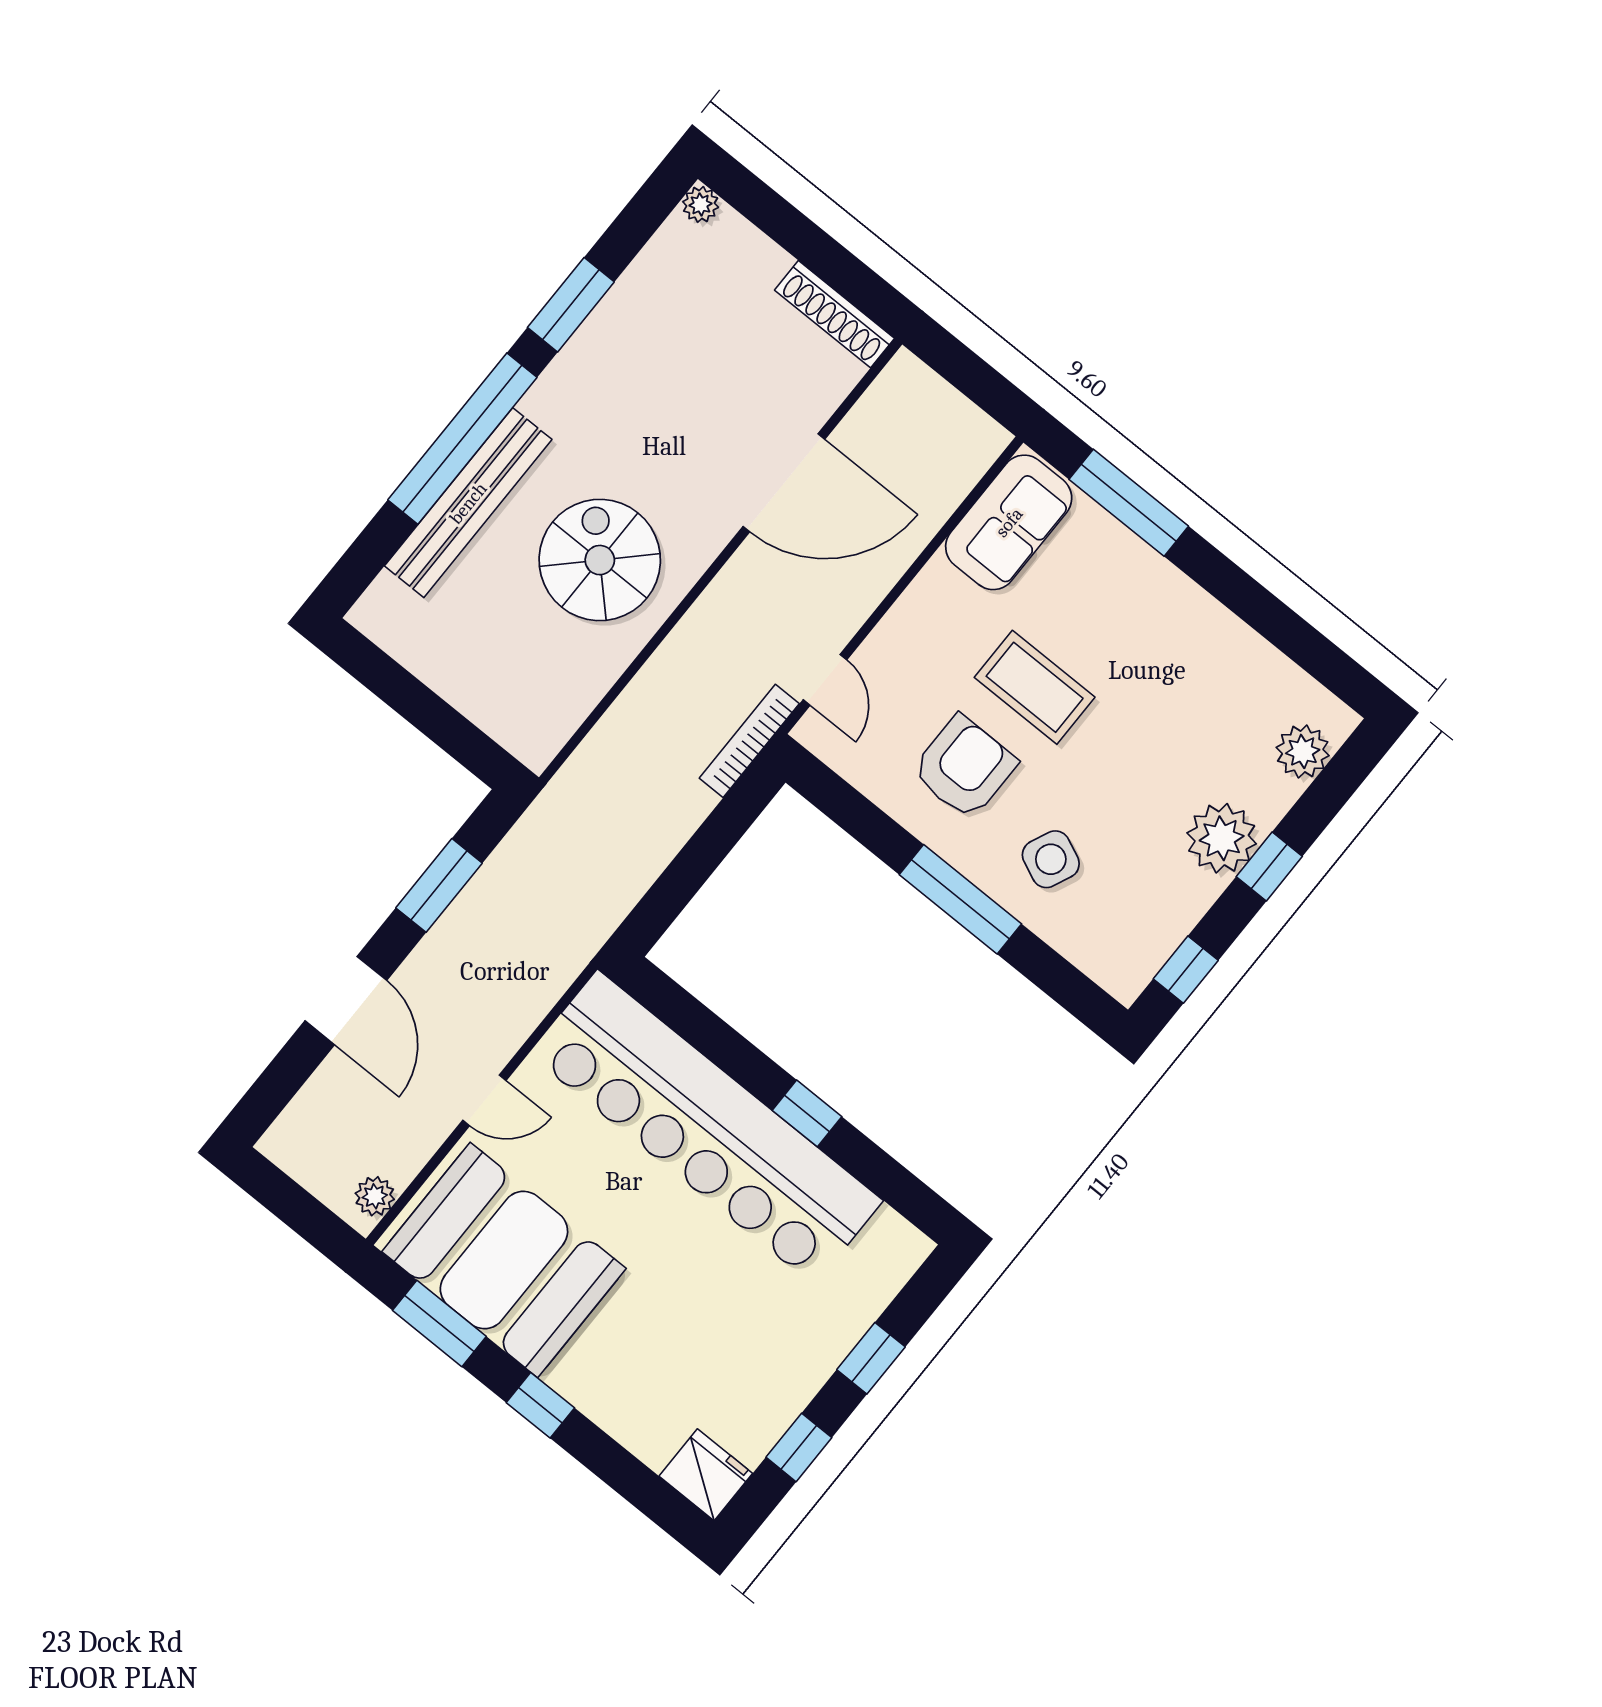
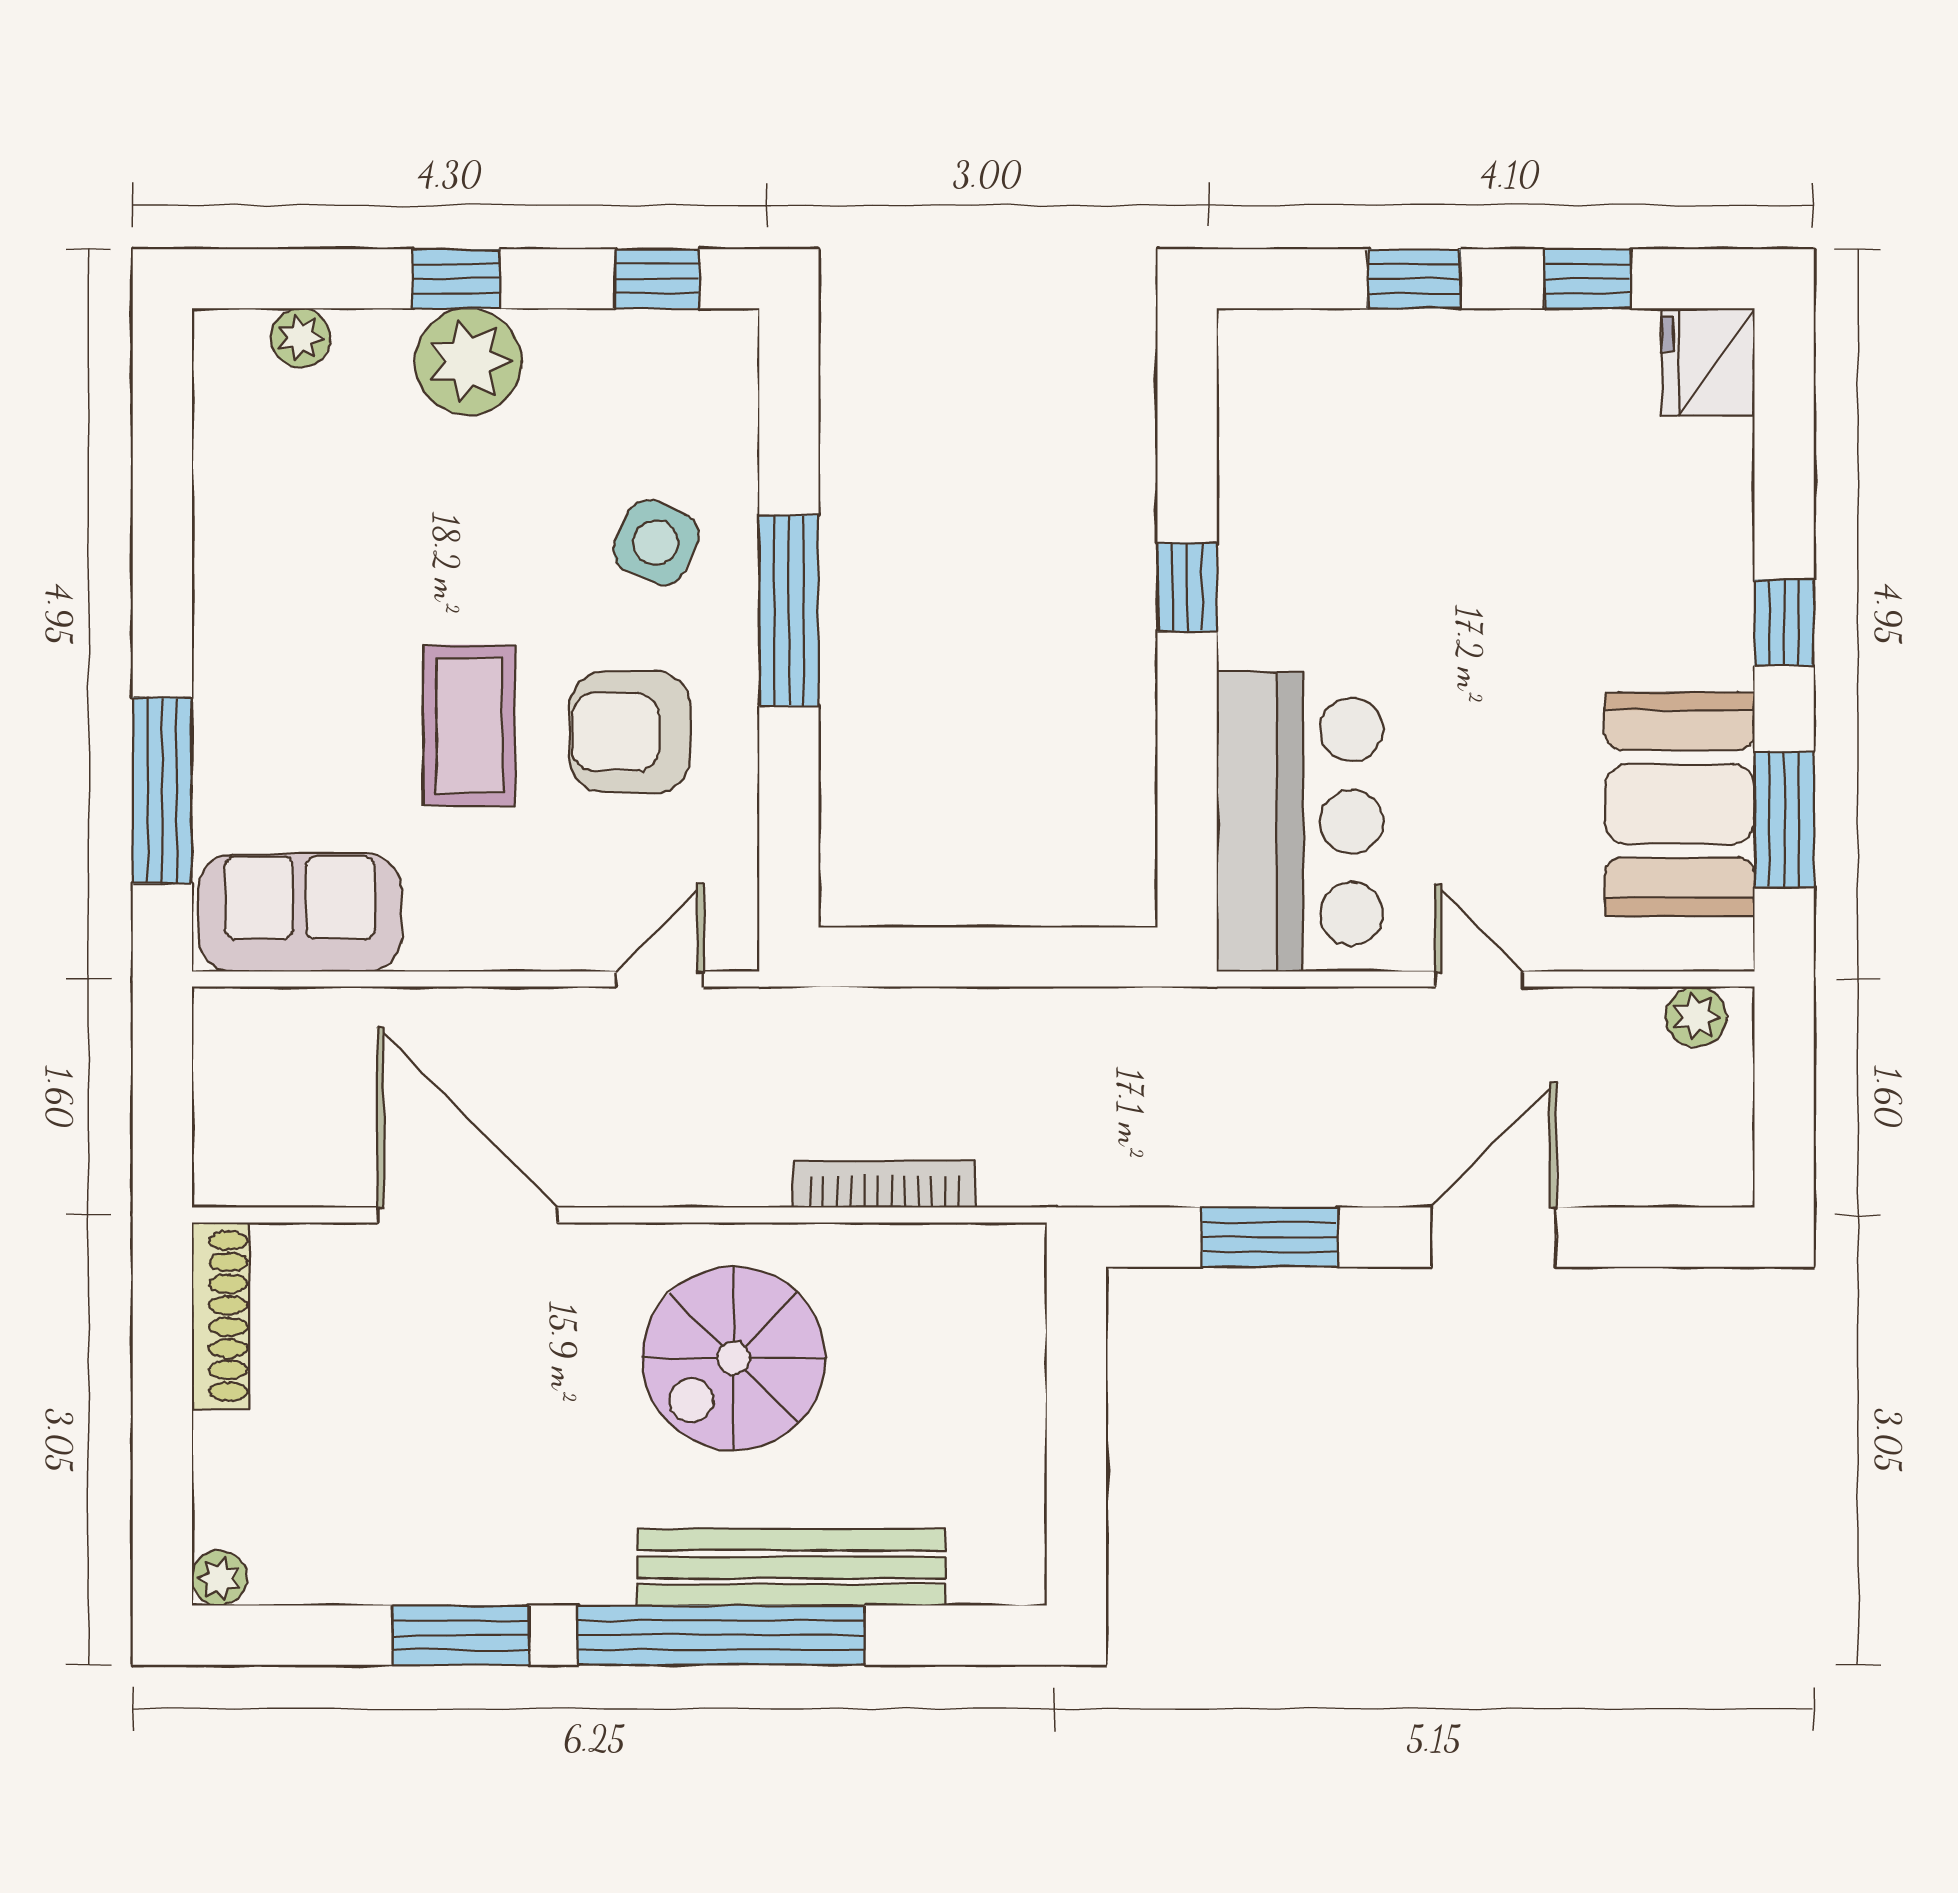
bookcase: (749, 741) -> (884, 1184), moved, turned 180
plant: (1303, 751) -> (300, 338), width x0.73, depth x0.73
bar counter: (706, 1127) -> (1300, 822), width x0.54
booth: (504, 1260) -> (1680, 804), width x0.73, depth x0.70

